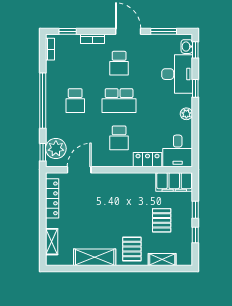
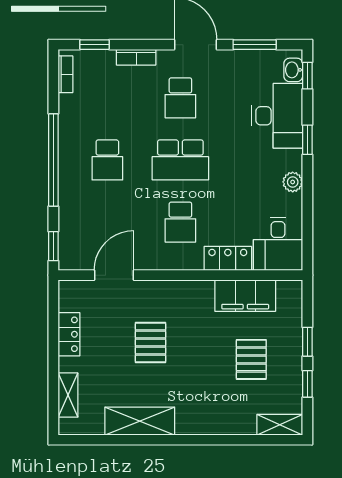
plant: (56, 148) -> (75, 240), removed
filing cabinet: (174, 182) -> (245, 296), moved
locker: (52, 198) -> (69, 334), width x0.66
pallet: (132, 249) -> (150, 343), moved
shelving: (162, 259) -> (280, 425), moved

